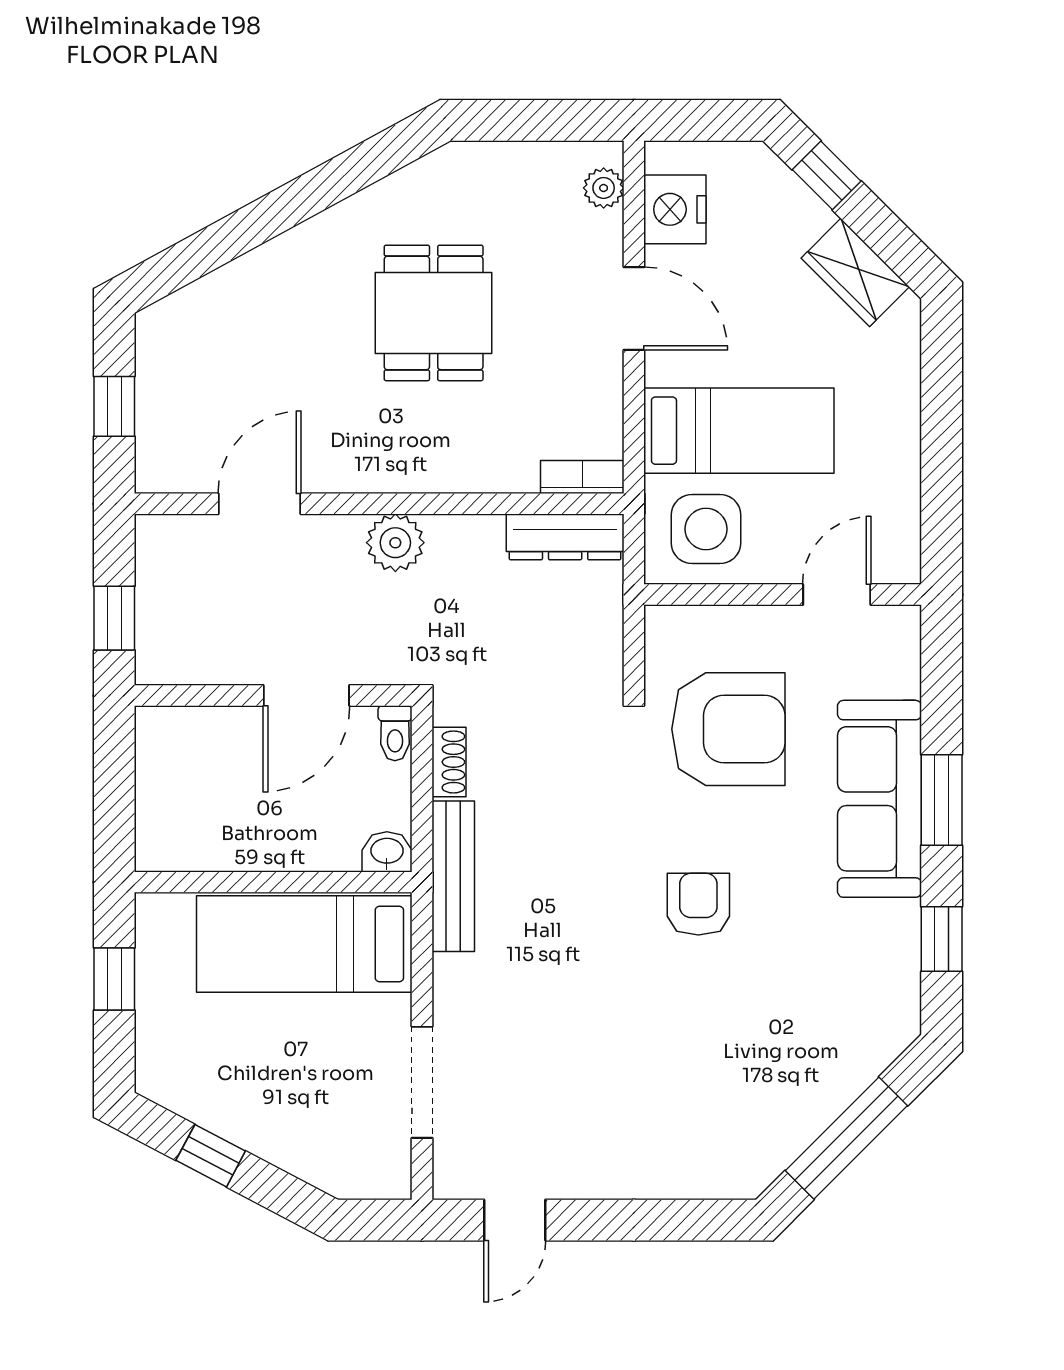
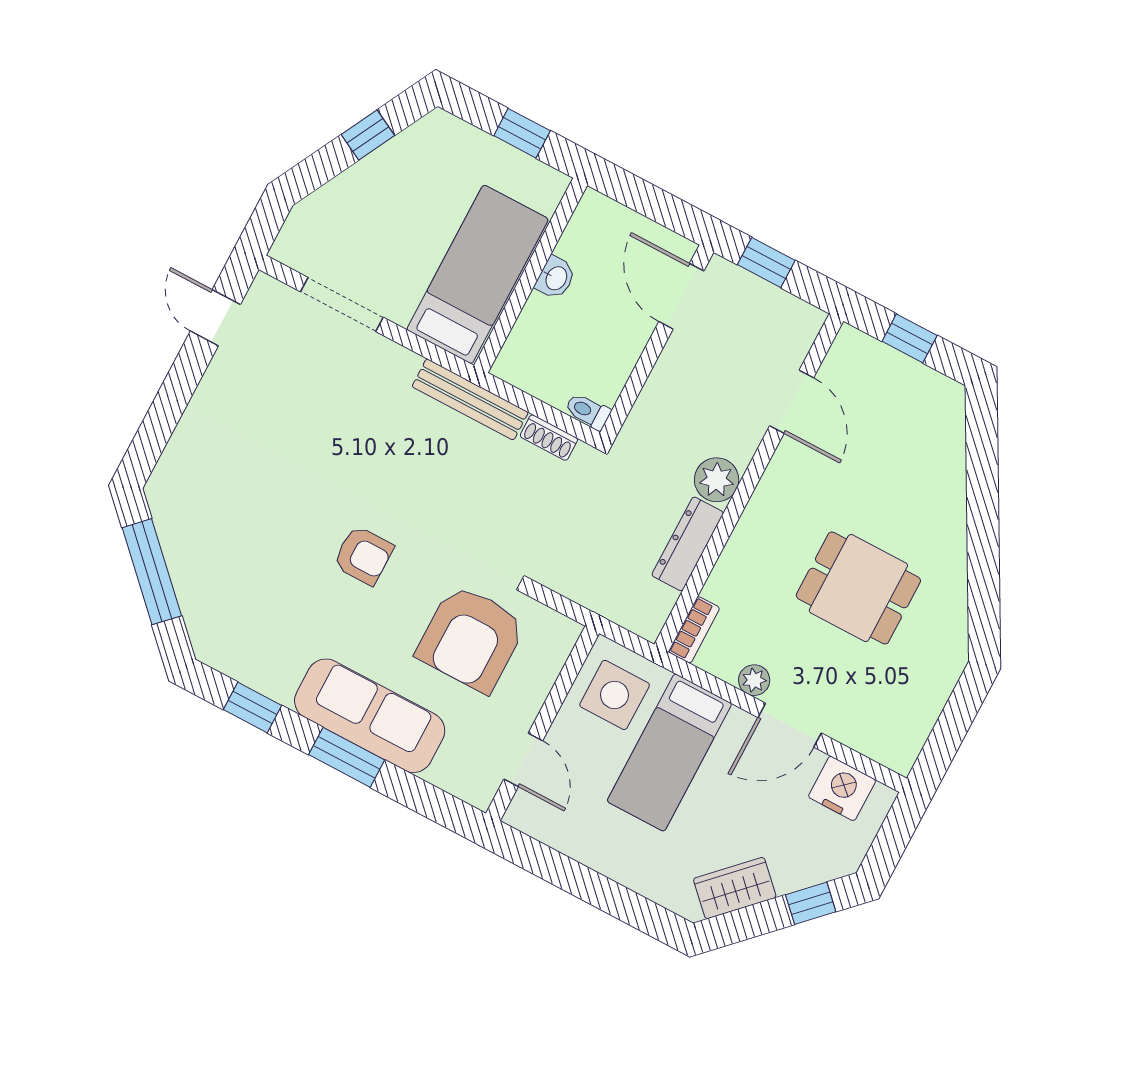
plant: (604, 188) -> (754, 680), moved
dresser: (565, 537) -> (688, 544), moved
door: (306, 695) -> (681, 296), moved
washbasin: (387, 852) -> (556, 278), moved

